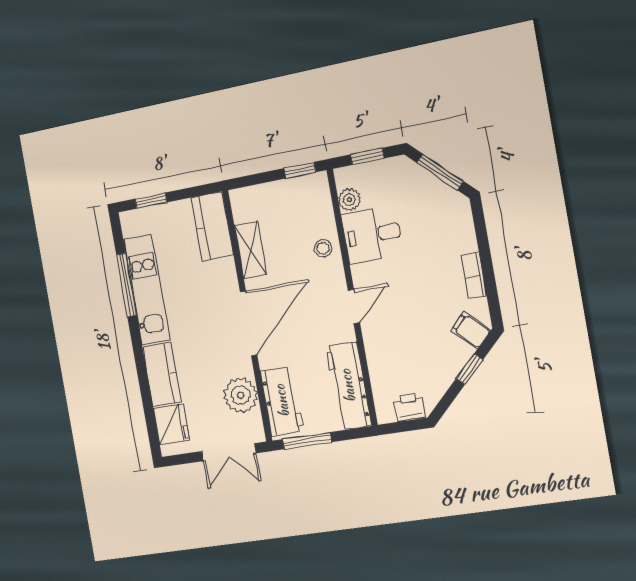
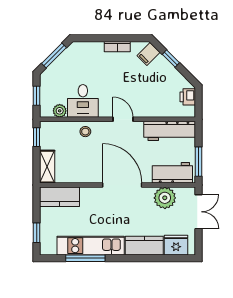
shelving: (251, 250) -> (47, 167), moved, turned 90

